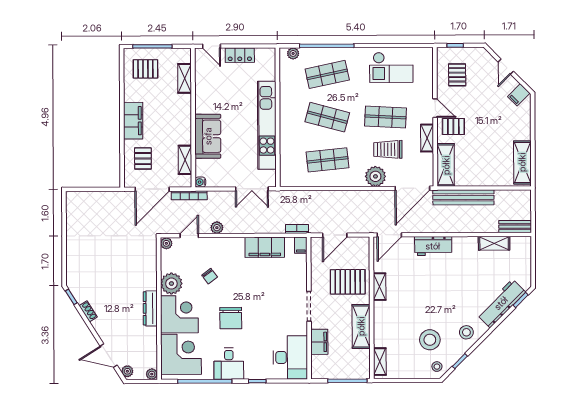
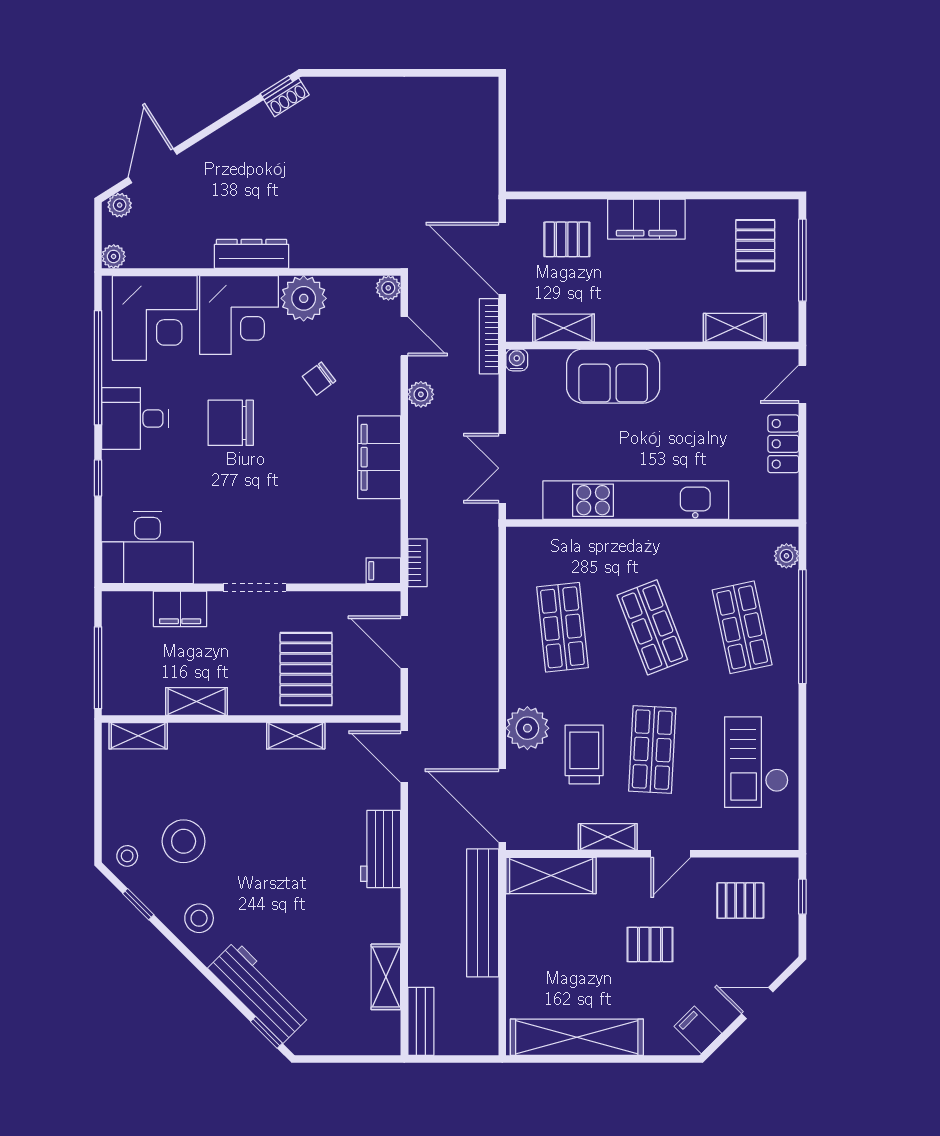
shop shelf: (327, 117) -> (652, 627), turned -36
pallet: (453, 127) -> (650, 945), moved, turned 90
shelving: (522, 162) -> (577, 1037), width x1.47
filing cabinet: (265, 247) -> (379, 457), moved
shoe rack: (88, 311) -> (287, 97), moved
shelving: (361, 326) -> (197, 701), width x0.67, depth x0.75

